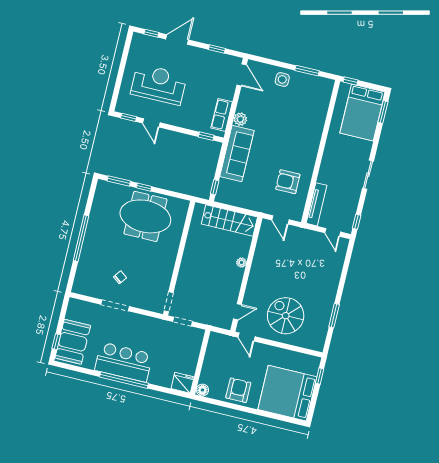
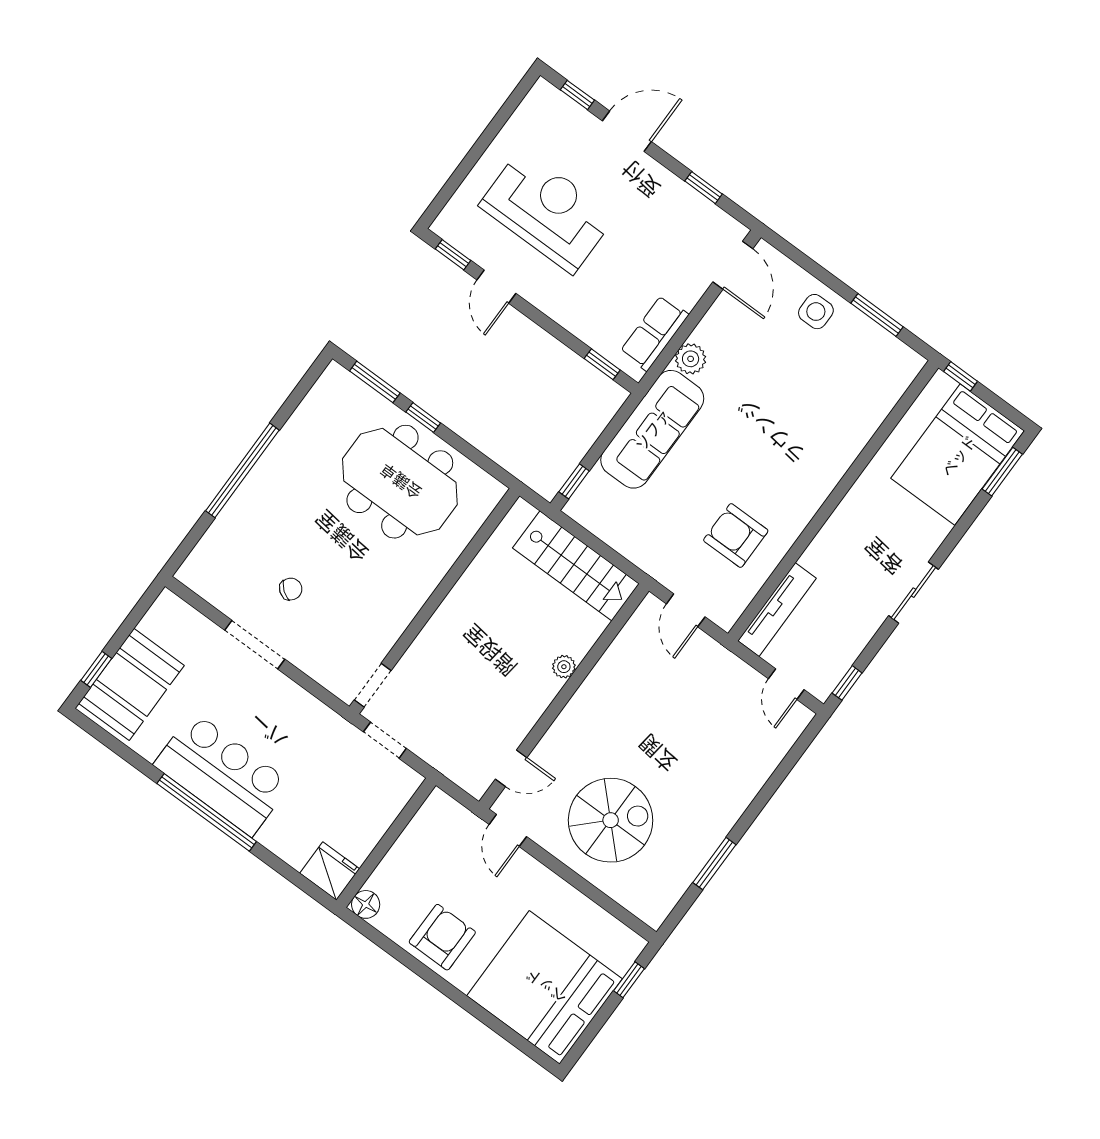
spiral stairs: (286, 316) -> (611, 820), turned 90

